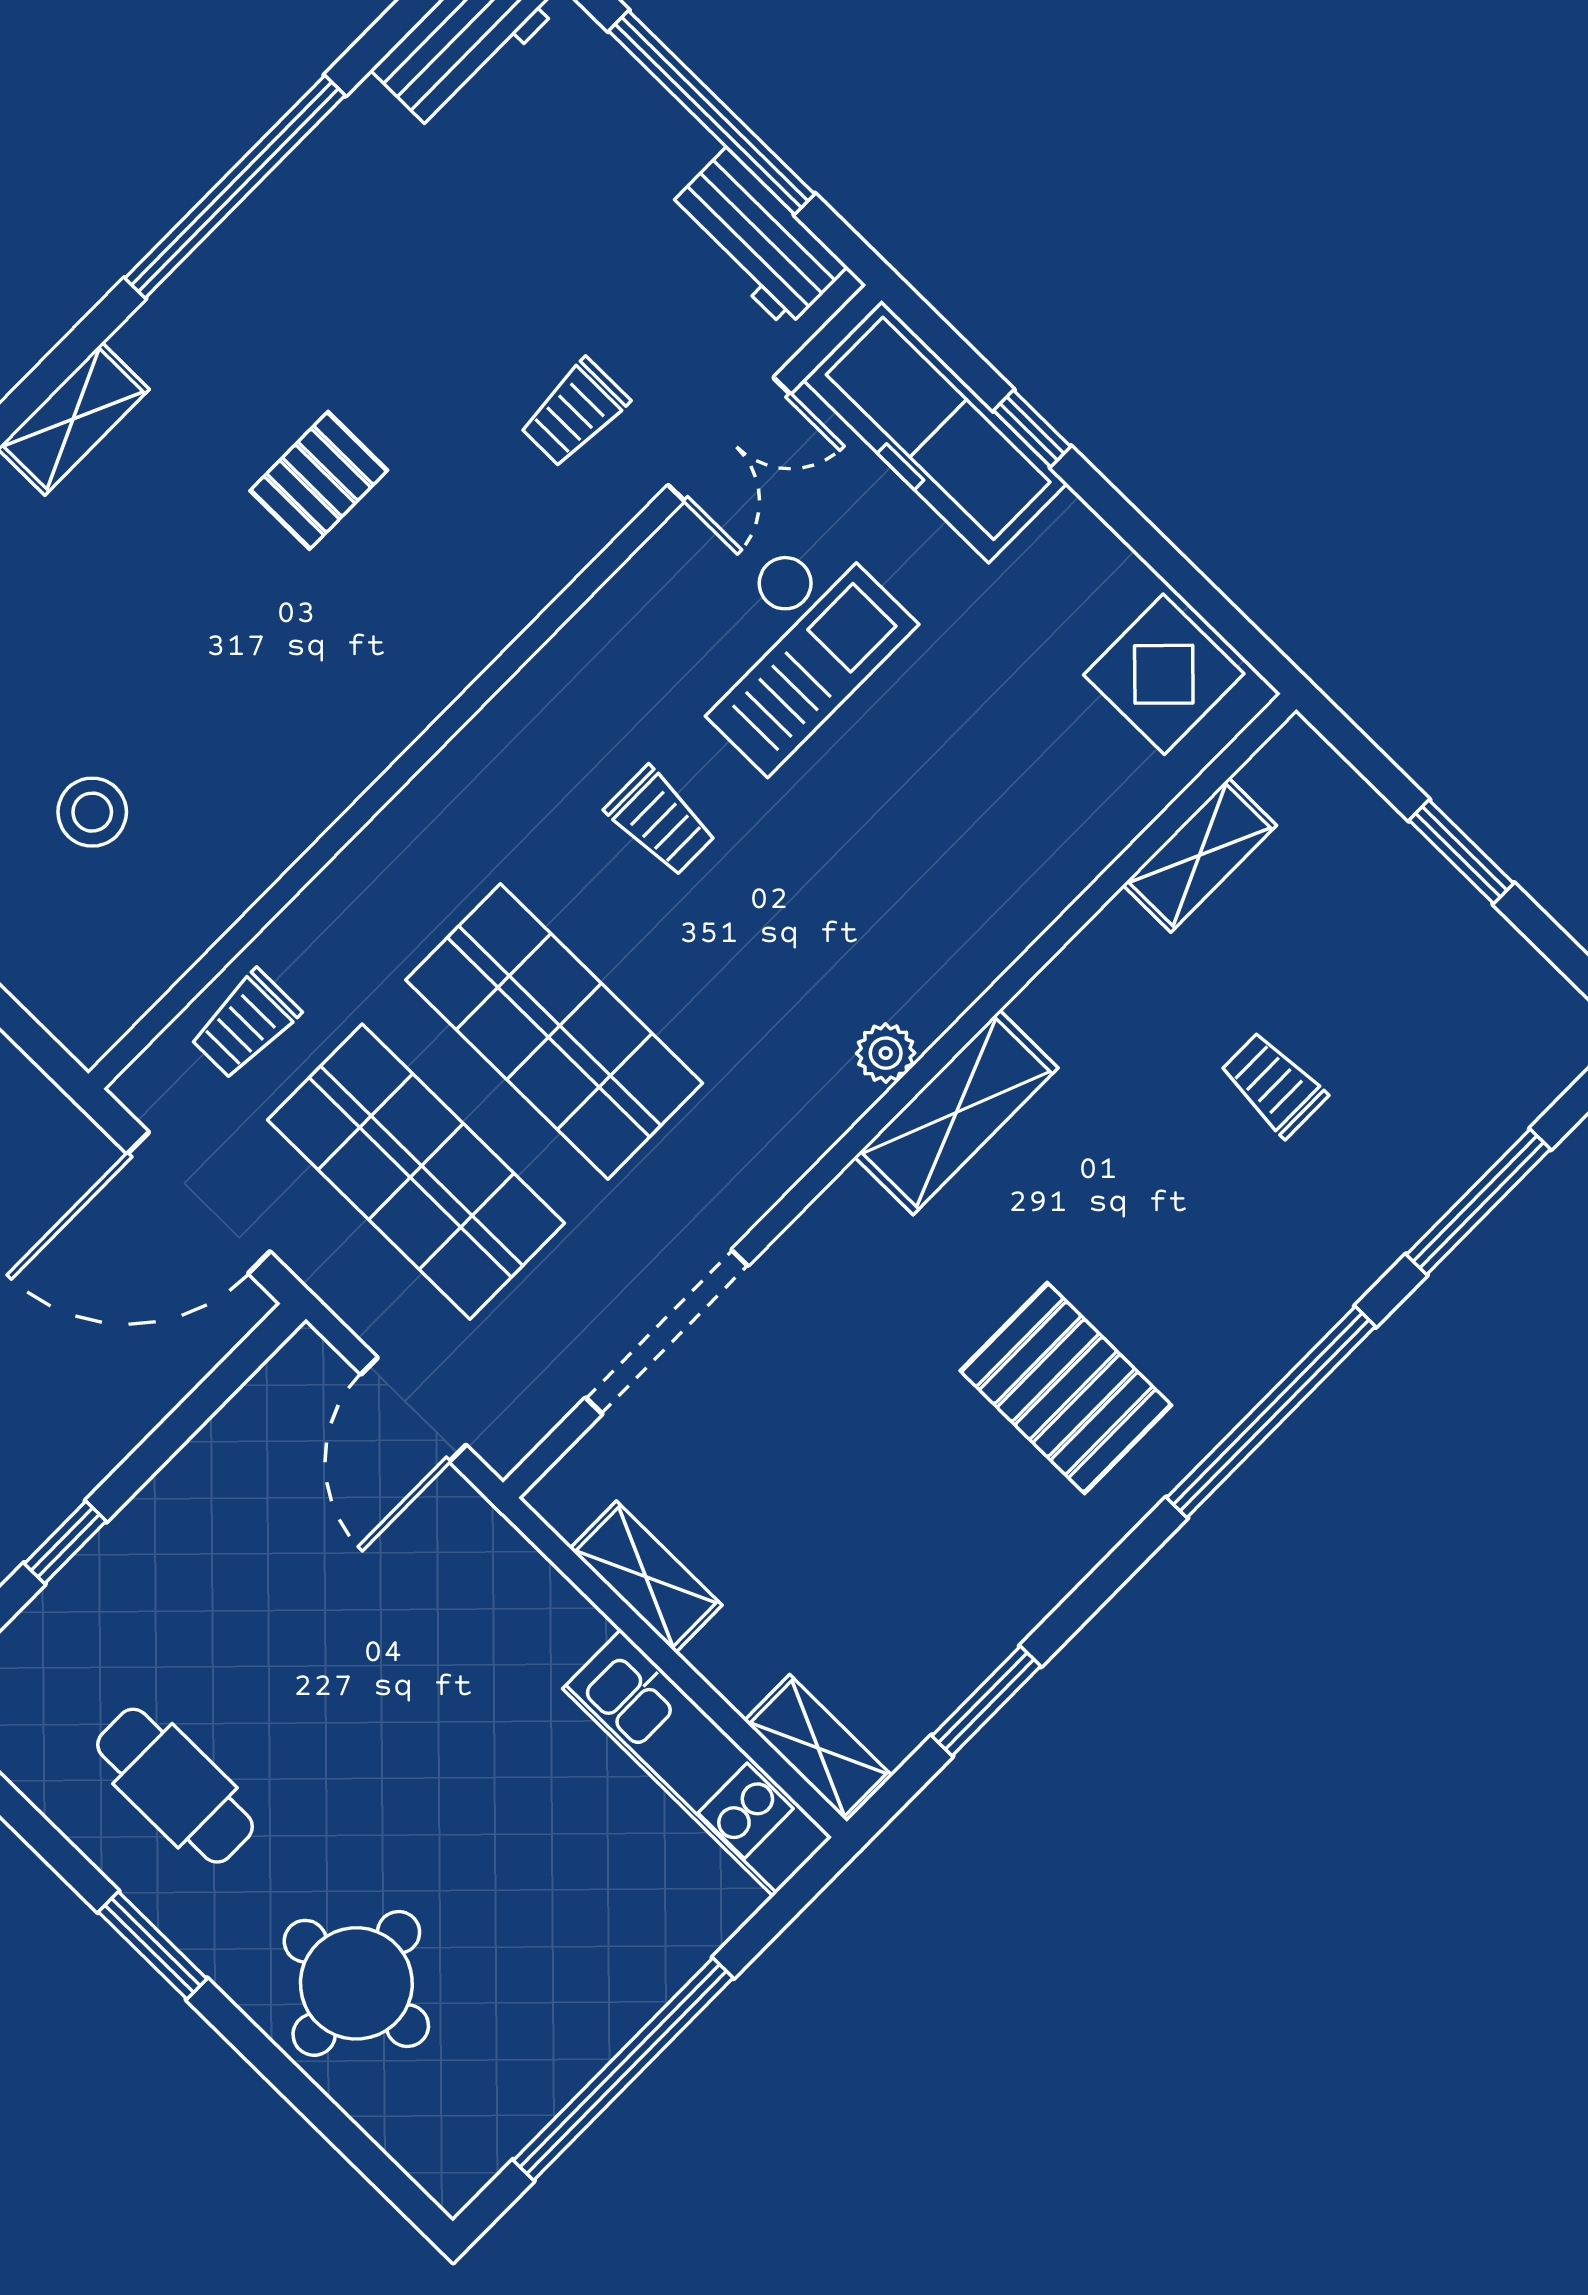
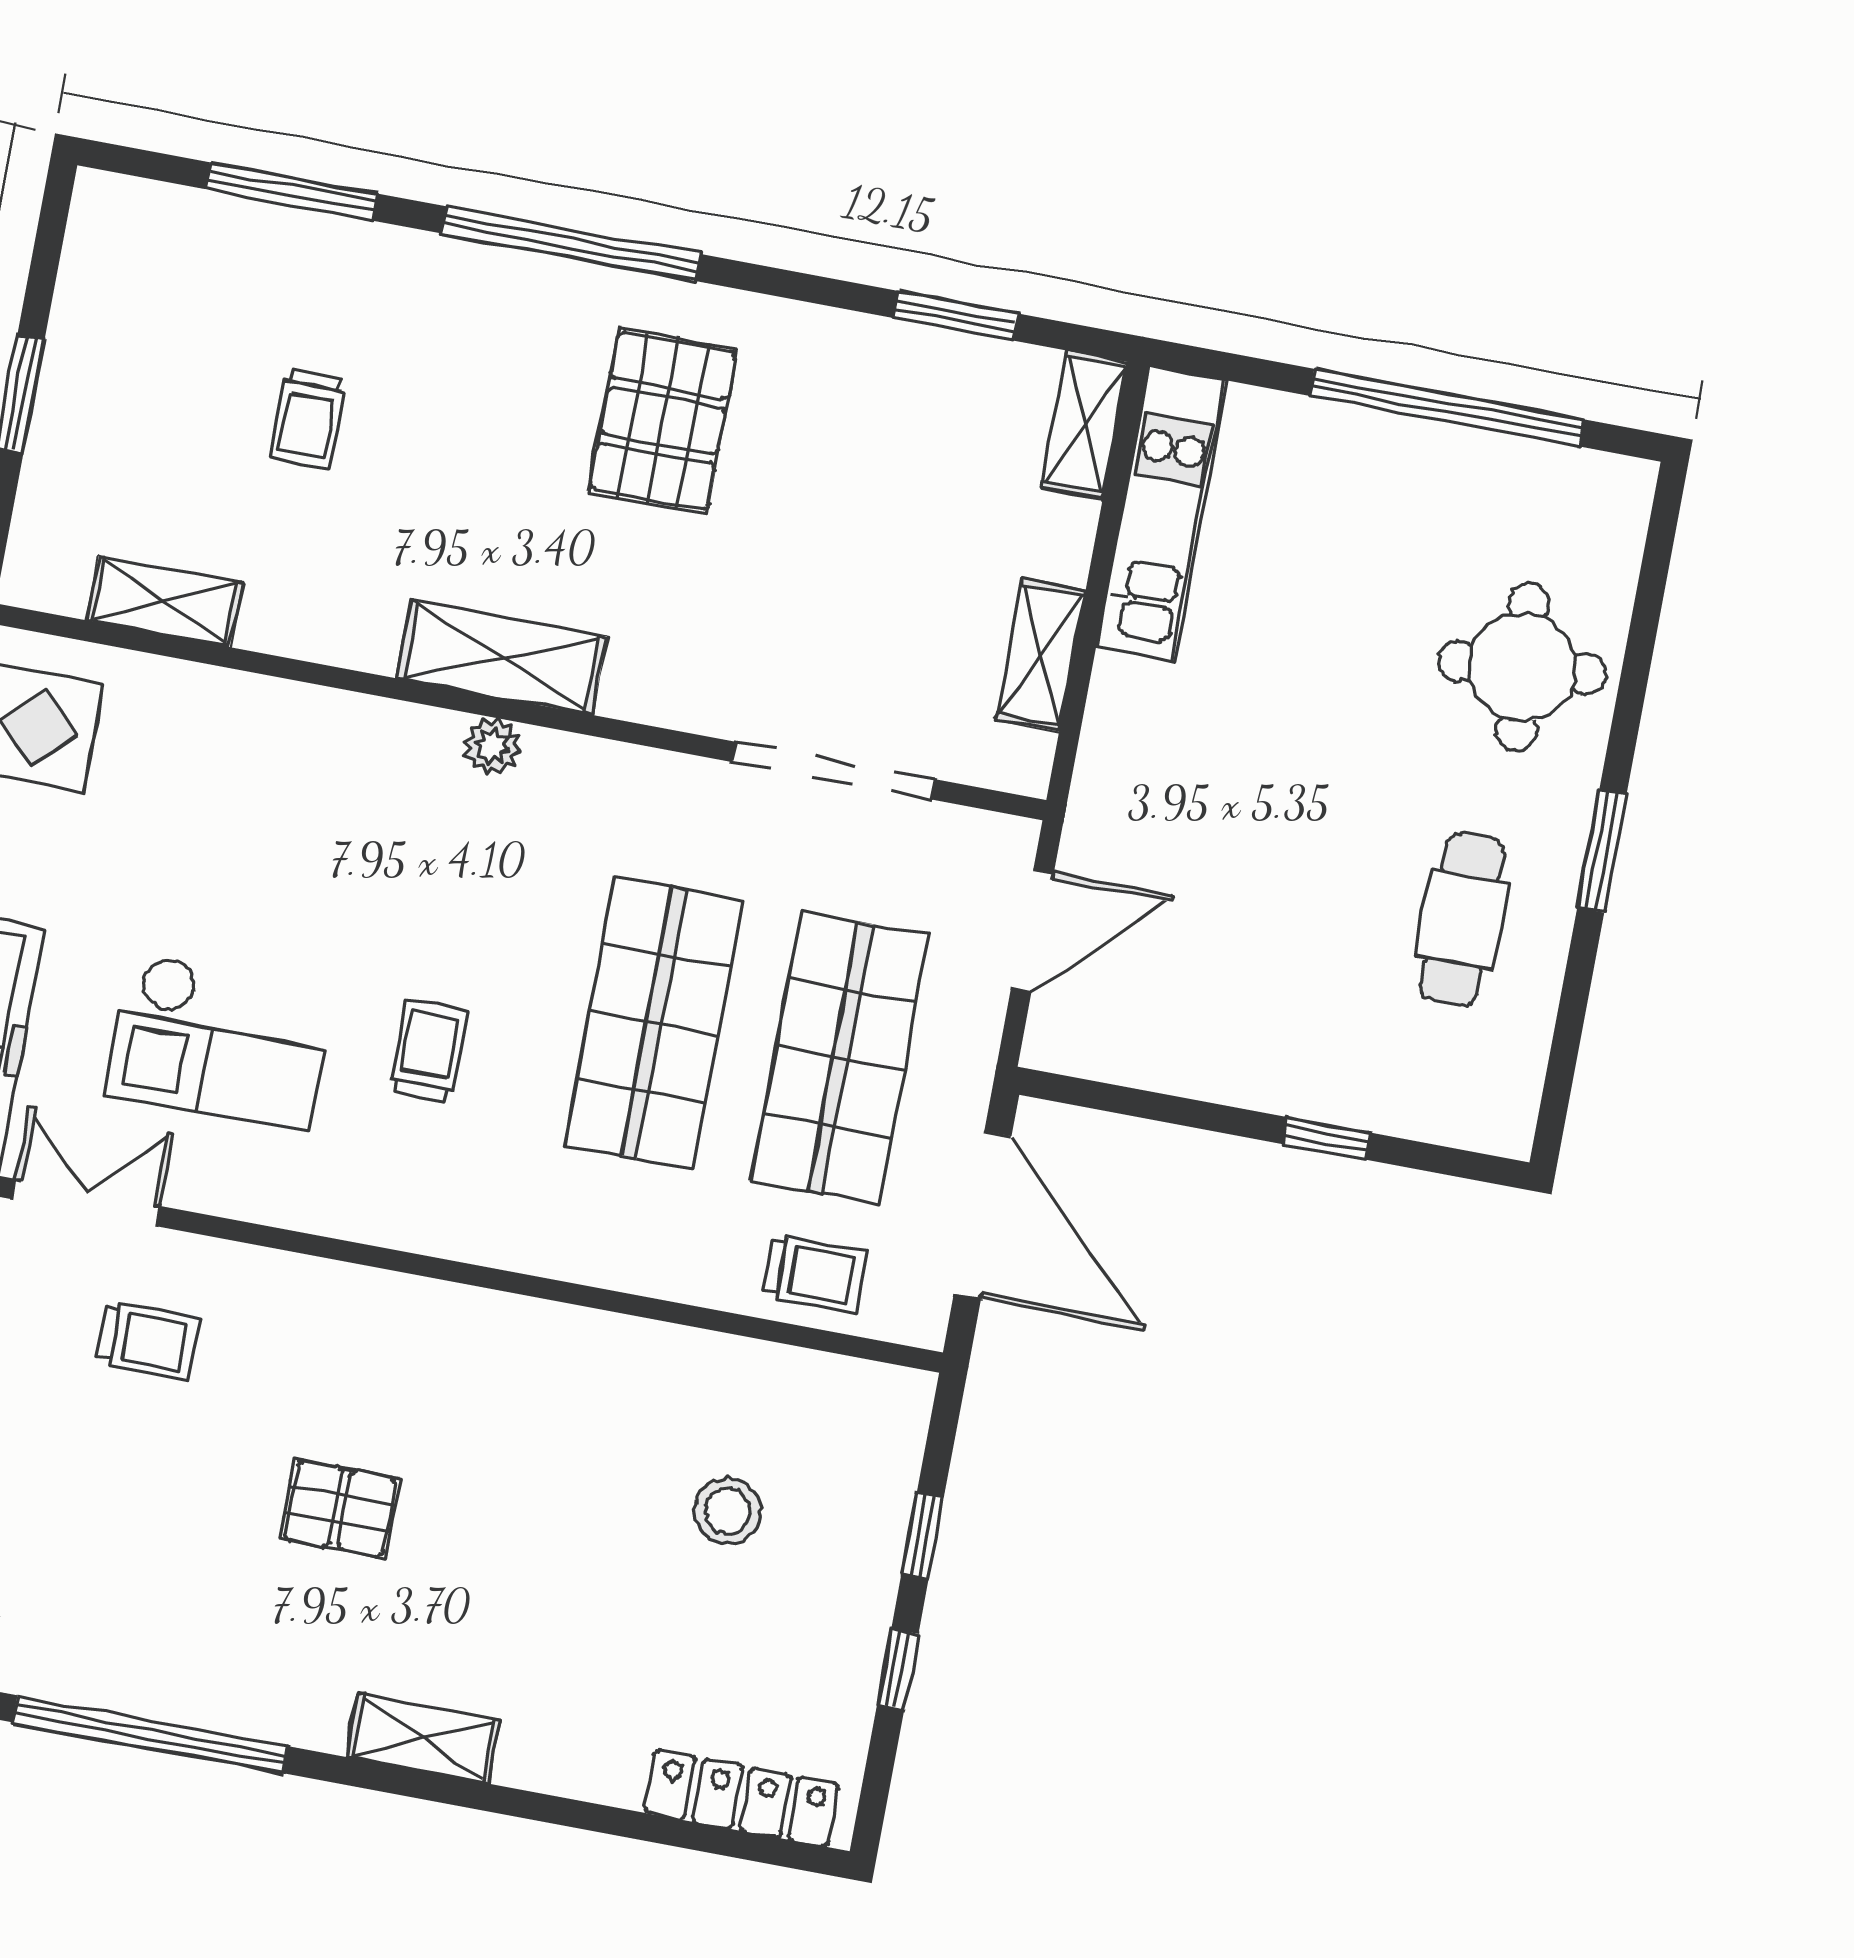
checkout: (789, 648) -> (220, 1042), turned 180

